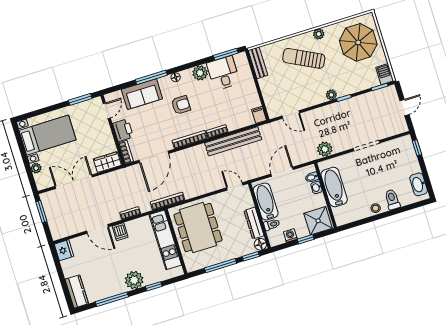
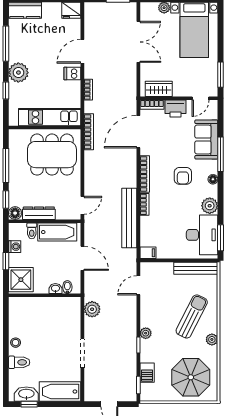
bench: (258, 63) -> (196, 268), width x1.36
desk: (223, 73) -> (202, 235), width x1.37
barbecue: (385, 74) -> (147, 373), moved, turned 90
door: (107, 111) -> (200, 98), hinge flipped
window: (417, 148) -> (29, 404), moved
door: (154, 157) -> (138, 132), hinge flipped
wardrobe: (107, 162) -> (159, 89), moved, turned -90
bathtub: (334, 187) -> (60, 392), moved, turned 180

